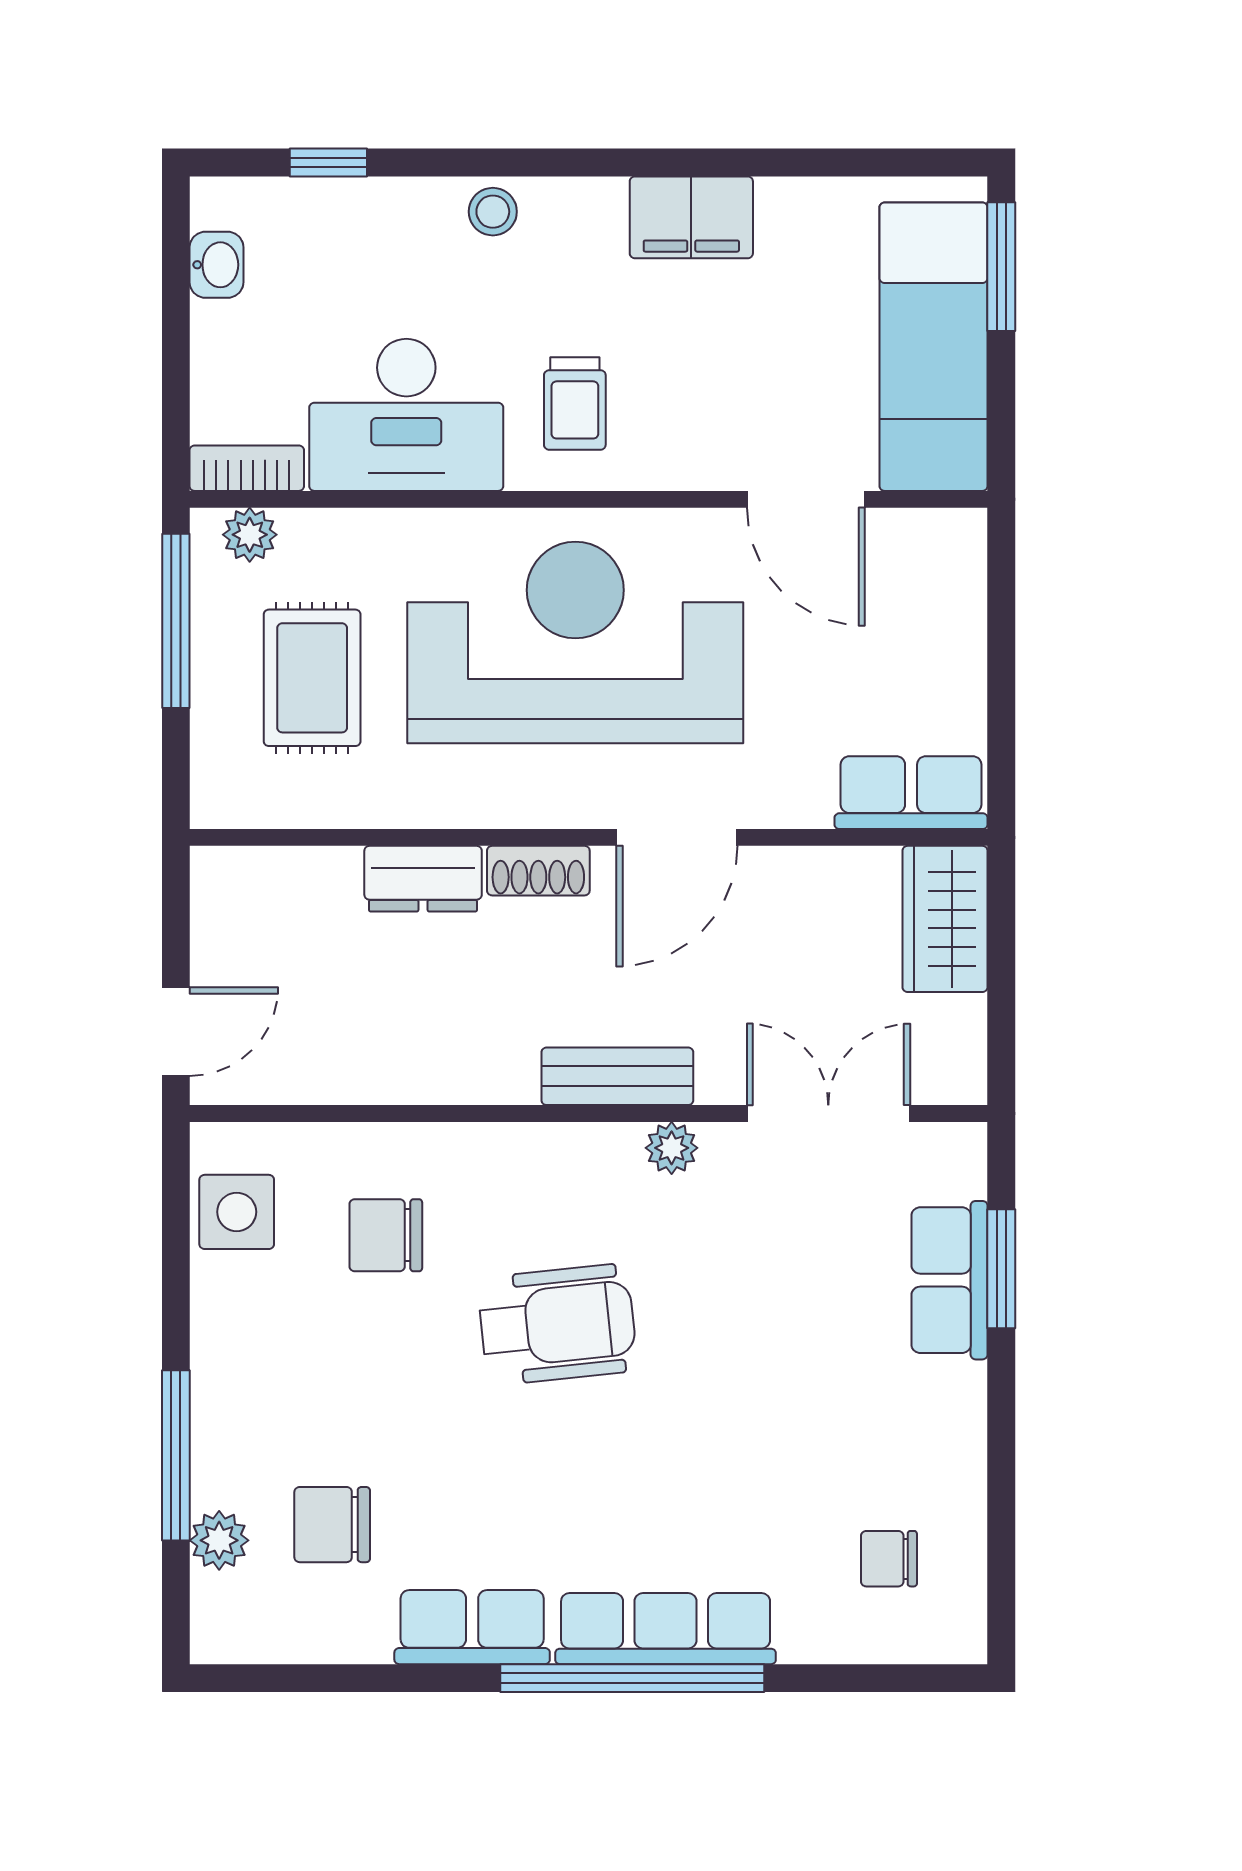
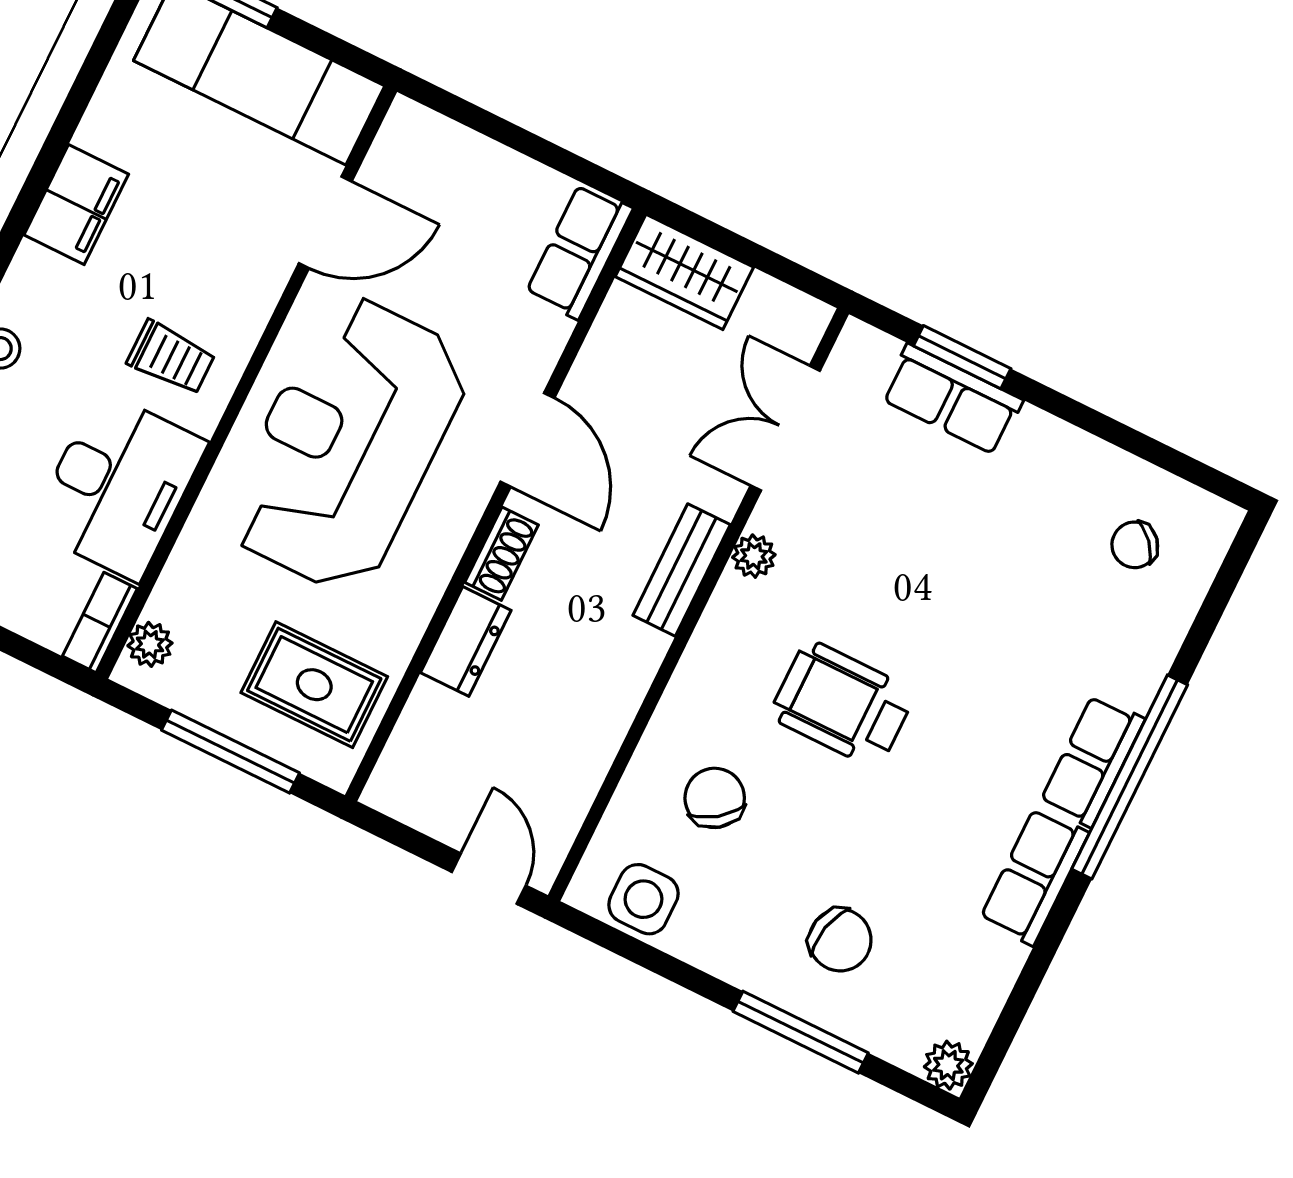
window: (176, 621) -> (230, 752), moved
rug: (312, 678) -> (314, 685), moved
chair: (386, 1235) -> (715, 798), turned 144
wheelchair: (557, 1325) -> (842, 704), turned -84
chair: (332, 1525) -> (840, 940), moved, turned -77
plant: (219, 1540) -> (948, 1065), moved
chair: (889, 1559) -> (1135, 545), turned 49
row of seats: (666, 1629) -> (1092, 761), width x0.68

